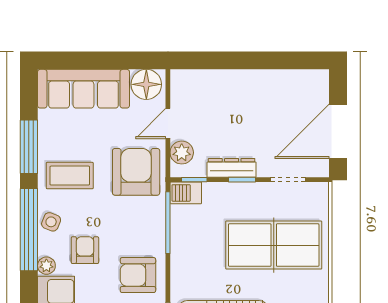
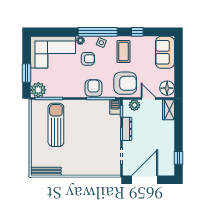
window: (292, 60) -> (179, 158), added
wardrobe: (191, 82) -> (168, 110), added
sofa: (84, 89) -> (165, 52), width x0.73
door: (338, 131) -> (145, 180), hinge flipped
window: (29, 147) -> (137, 32), width x0.46
table tennis table: (274, 245) -> (90, 149), removed
armchair: (138, 275) -> (94, 88), moved

